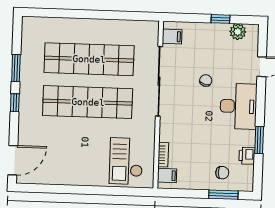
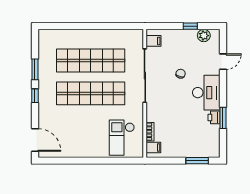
printer: (247, 156) -> (214, 117), moved
door: (13, 160) -> (35, 140), hinge flipped
chair: (222, 173) -> (196, 144), removed

